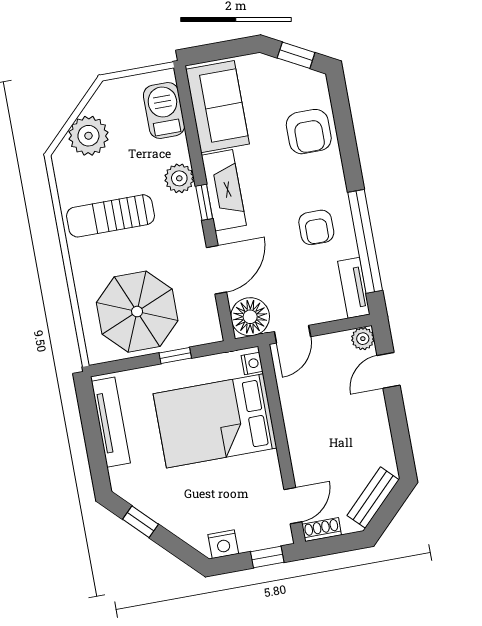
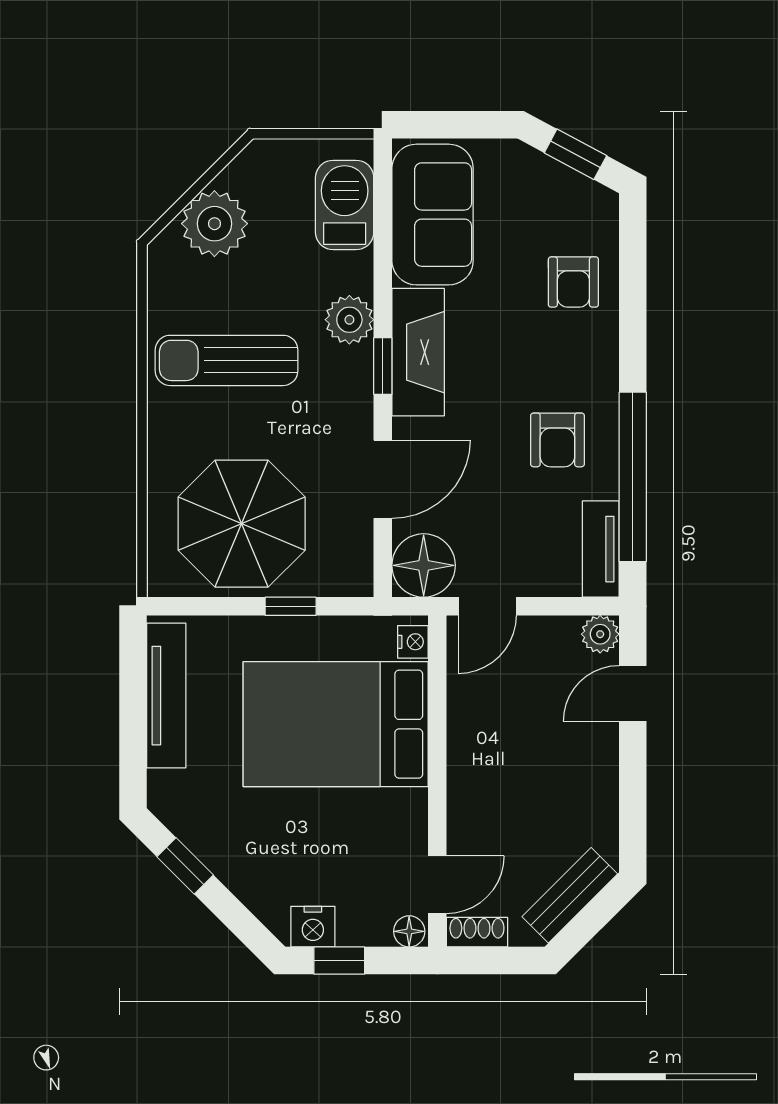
armchair: (309, 132) -> (573, 282), width x0.72, depth x0.72
floor lamp: (281, 536) -> (409, 931), added
window: (267, 557) -> (339, 961), moved

